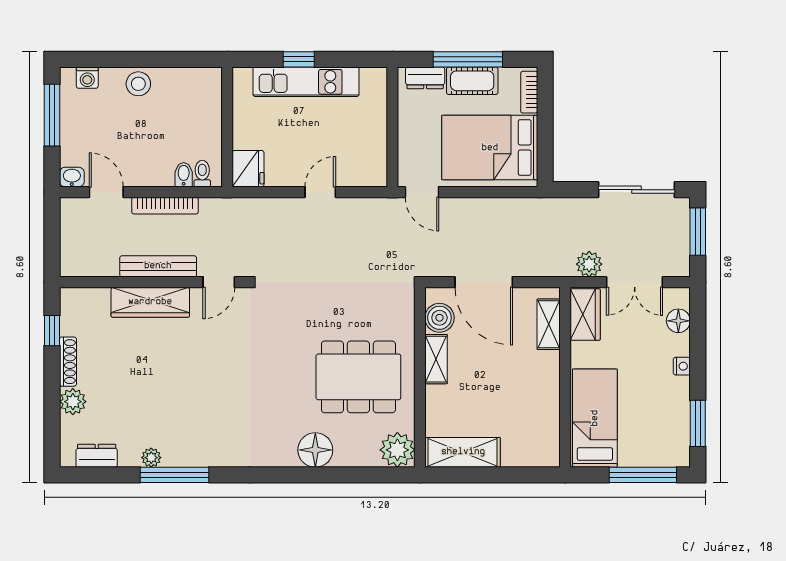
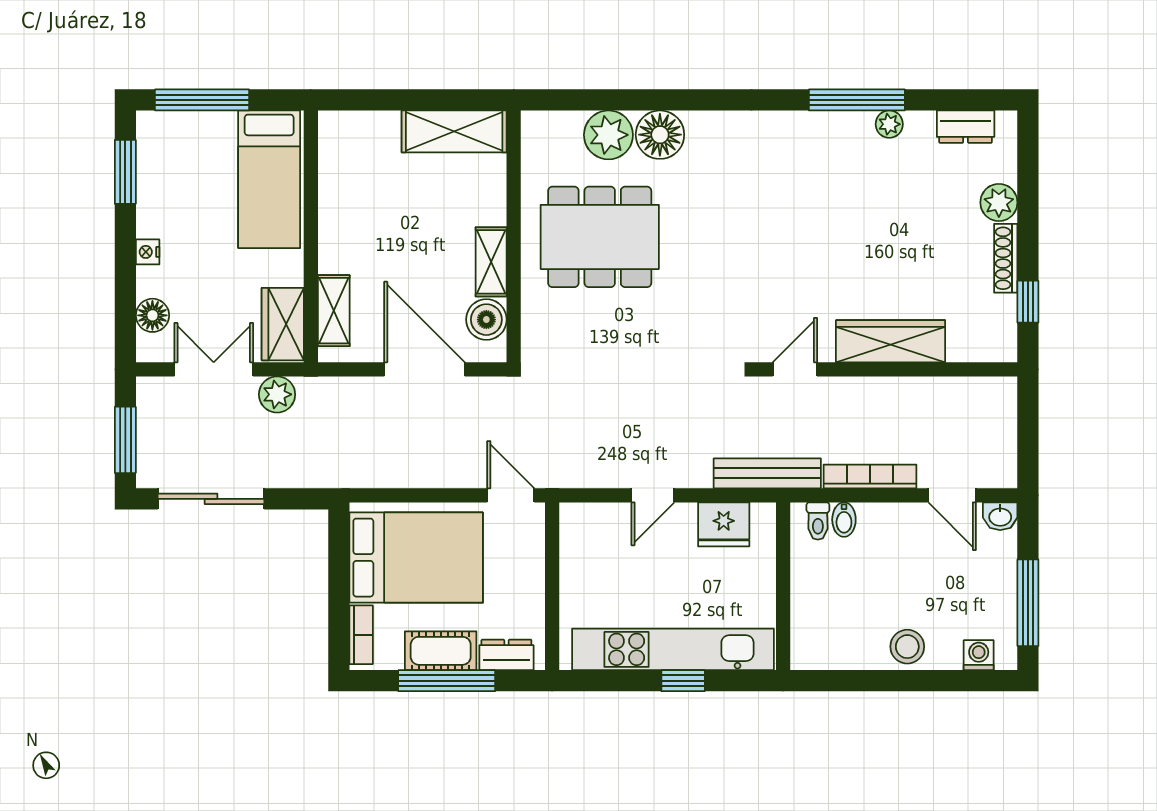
kitchen unit: (306, 82) -> (673, 649), width x1.36
fridge: (248, 169) -> (724, 524), moved, turned -90
bench: (158, 266) -> (767, 473), moved
plant: (397, 450) -> (608, 135), moved

